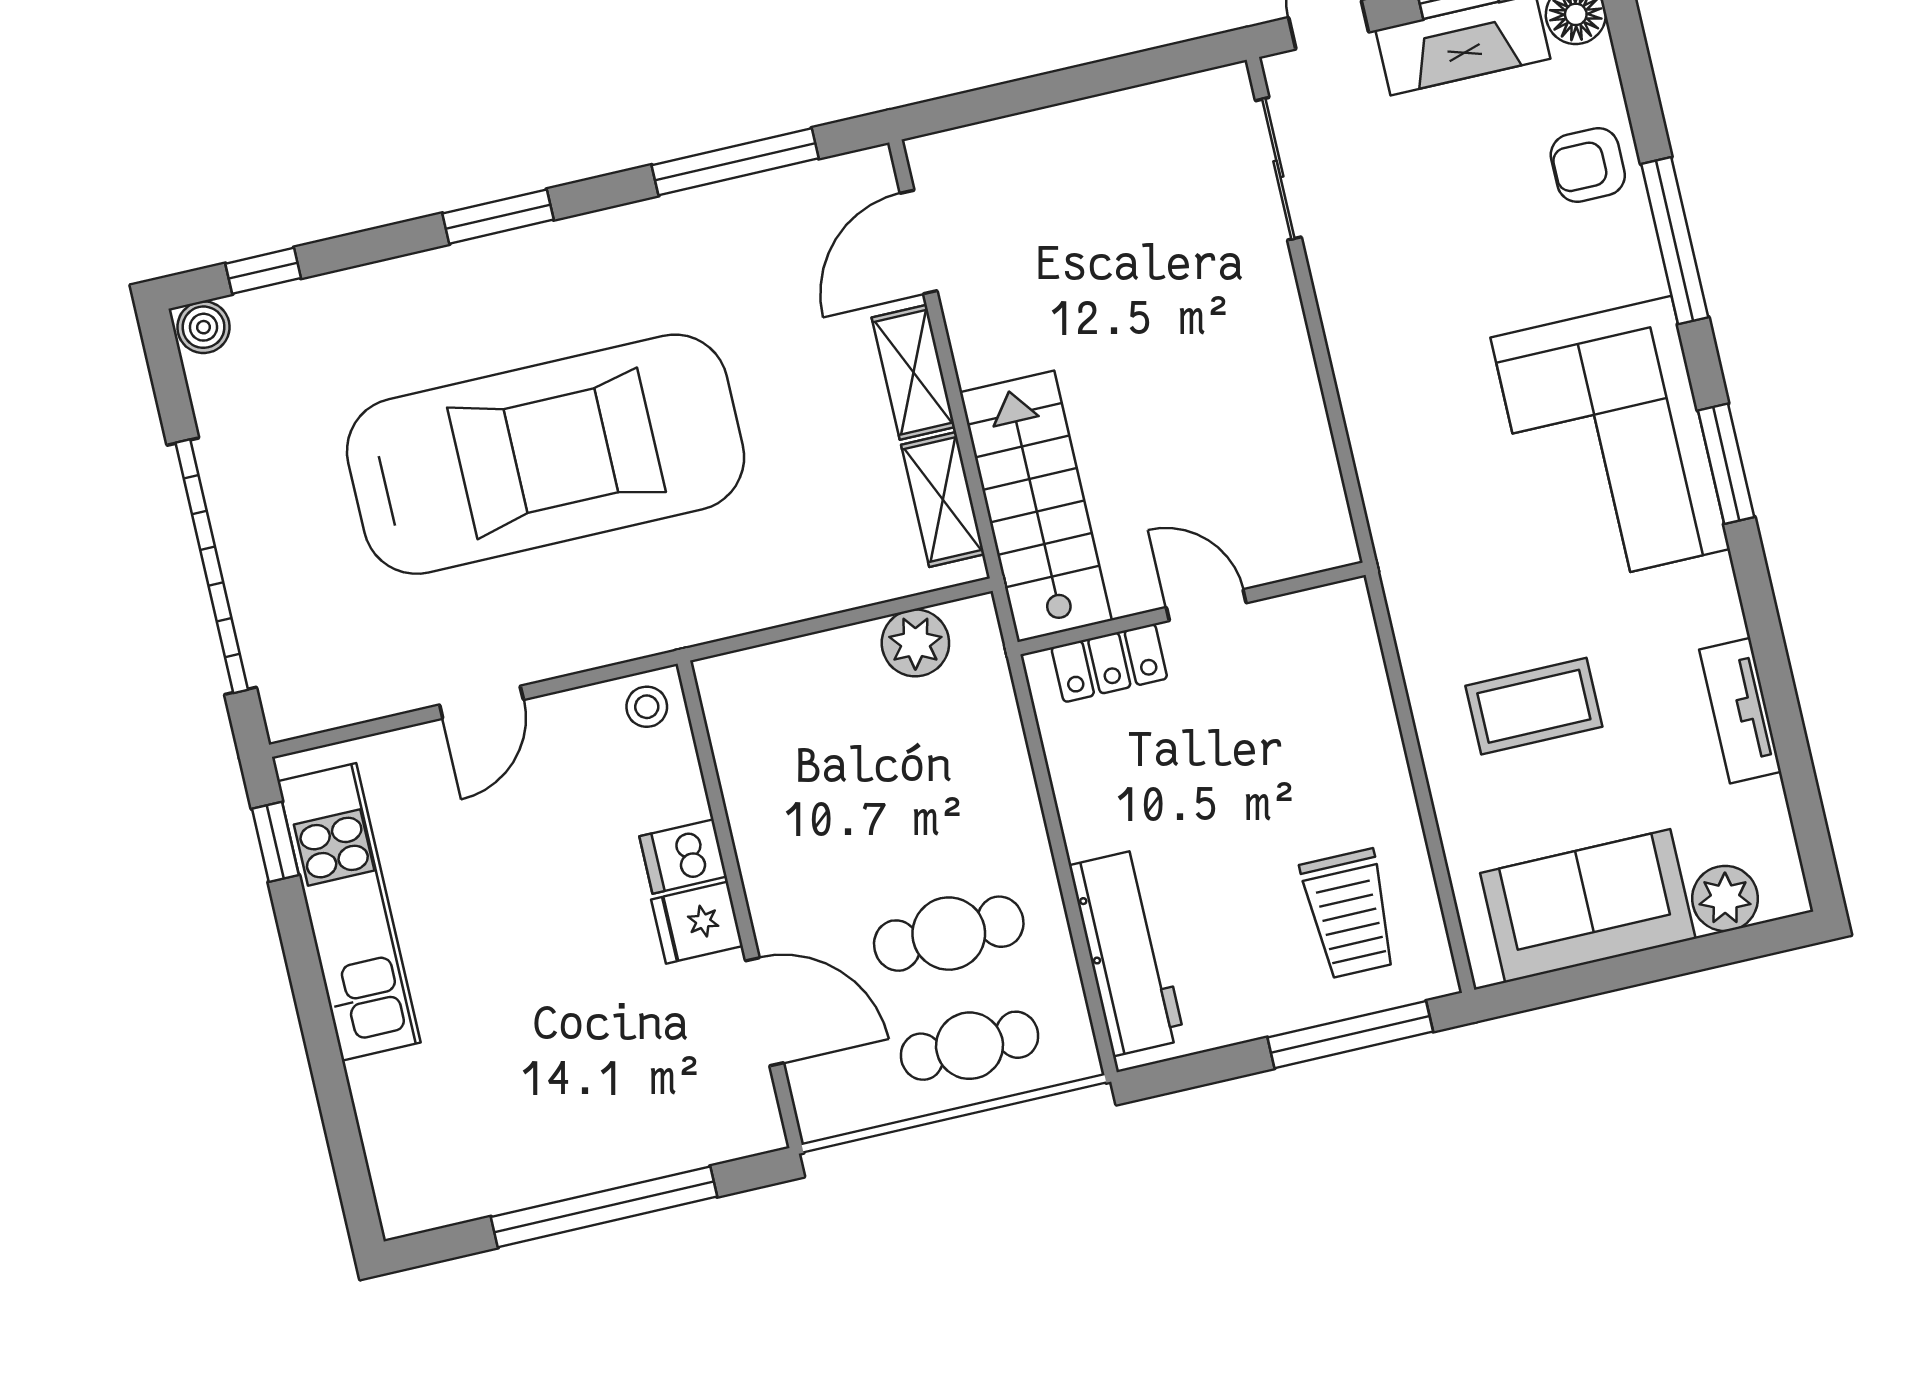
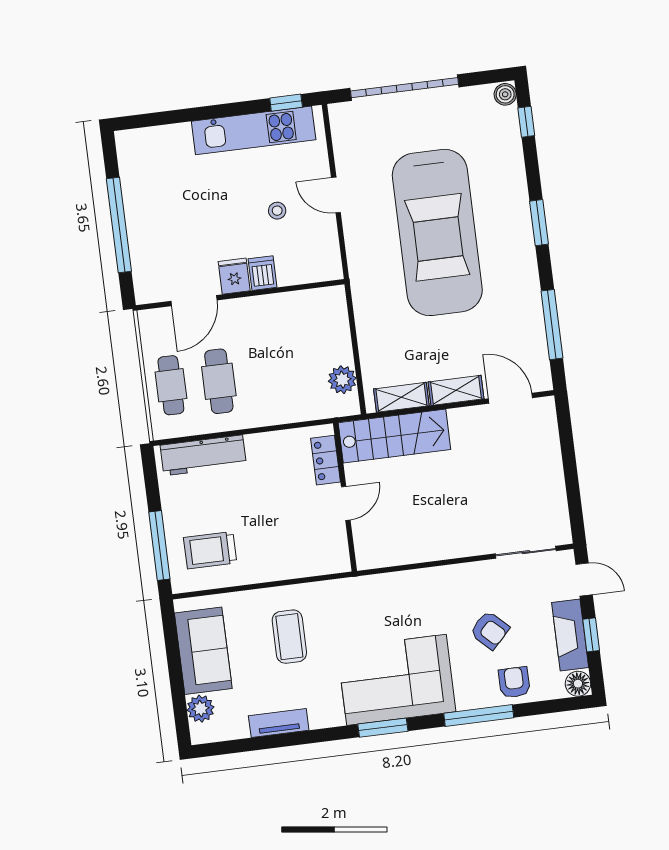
armchair: (1471, 235) -> (490, 630), added
stool: (647, 707) -> (277, 211), moved

